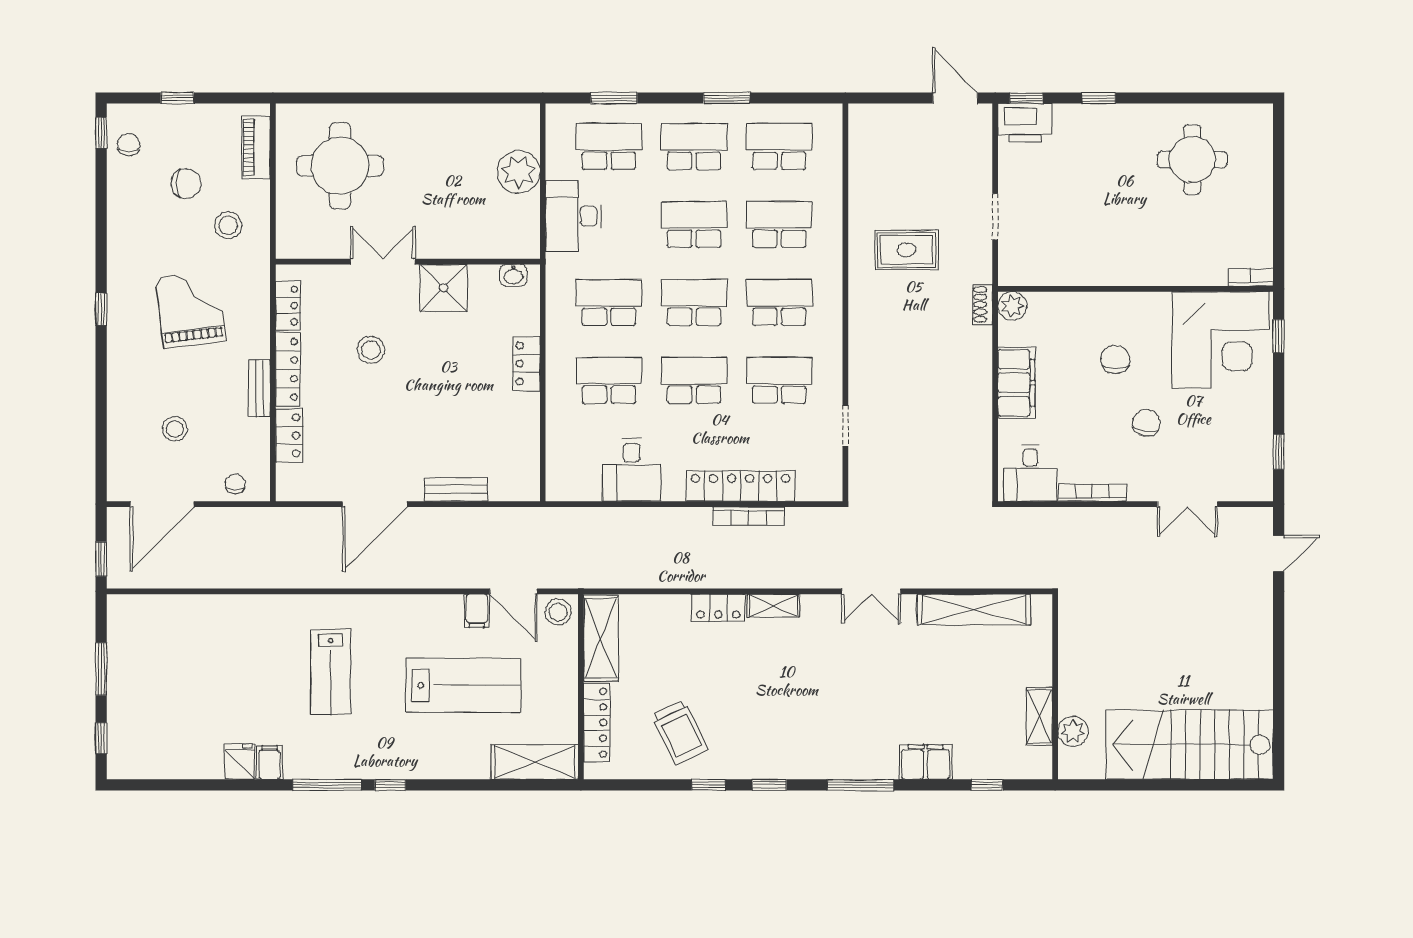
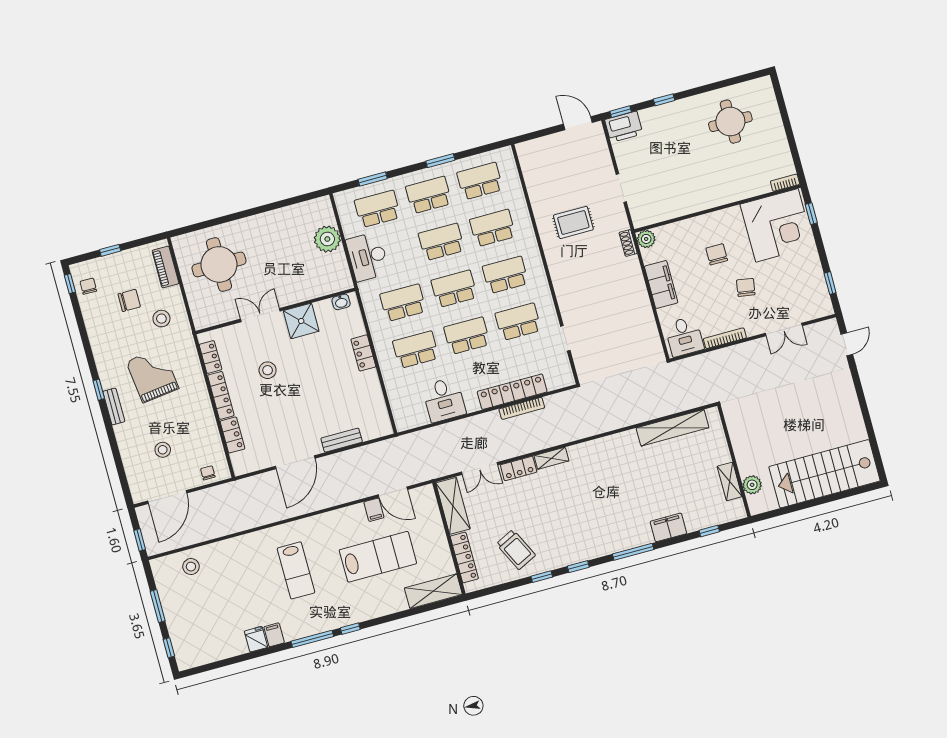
bench: (259, 388) -> (114, 407), moved
double door: (871, 591) -> (479, 469), moved
stool: (558, 612) -> (191, 567), moved

